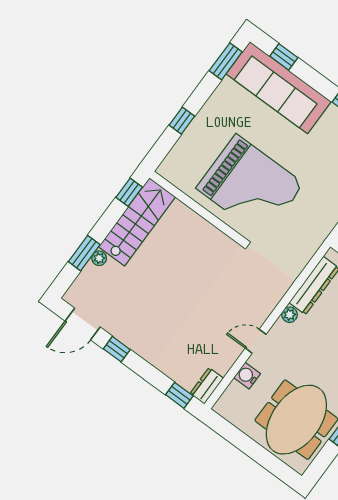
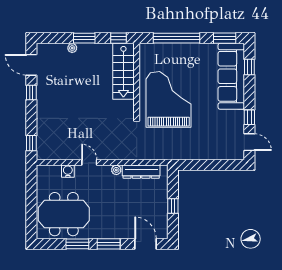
window: (182, 121) -> (176, 38), width x3.17
grand piano: (250, 186) -> (169, 99), turned 180
stairs: (137, 222) -> (123, 71), moved, turned 90
window: (84, 253) -> (84, 38), moved
dresser: (207, 386) -> (47, 154), removed

